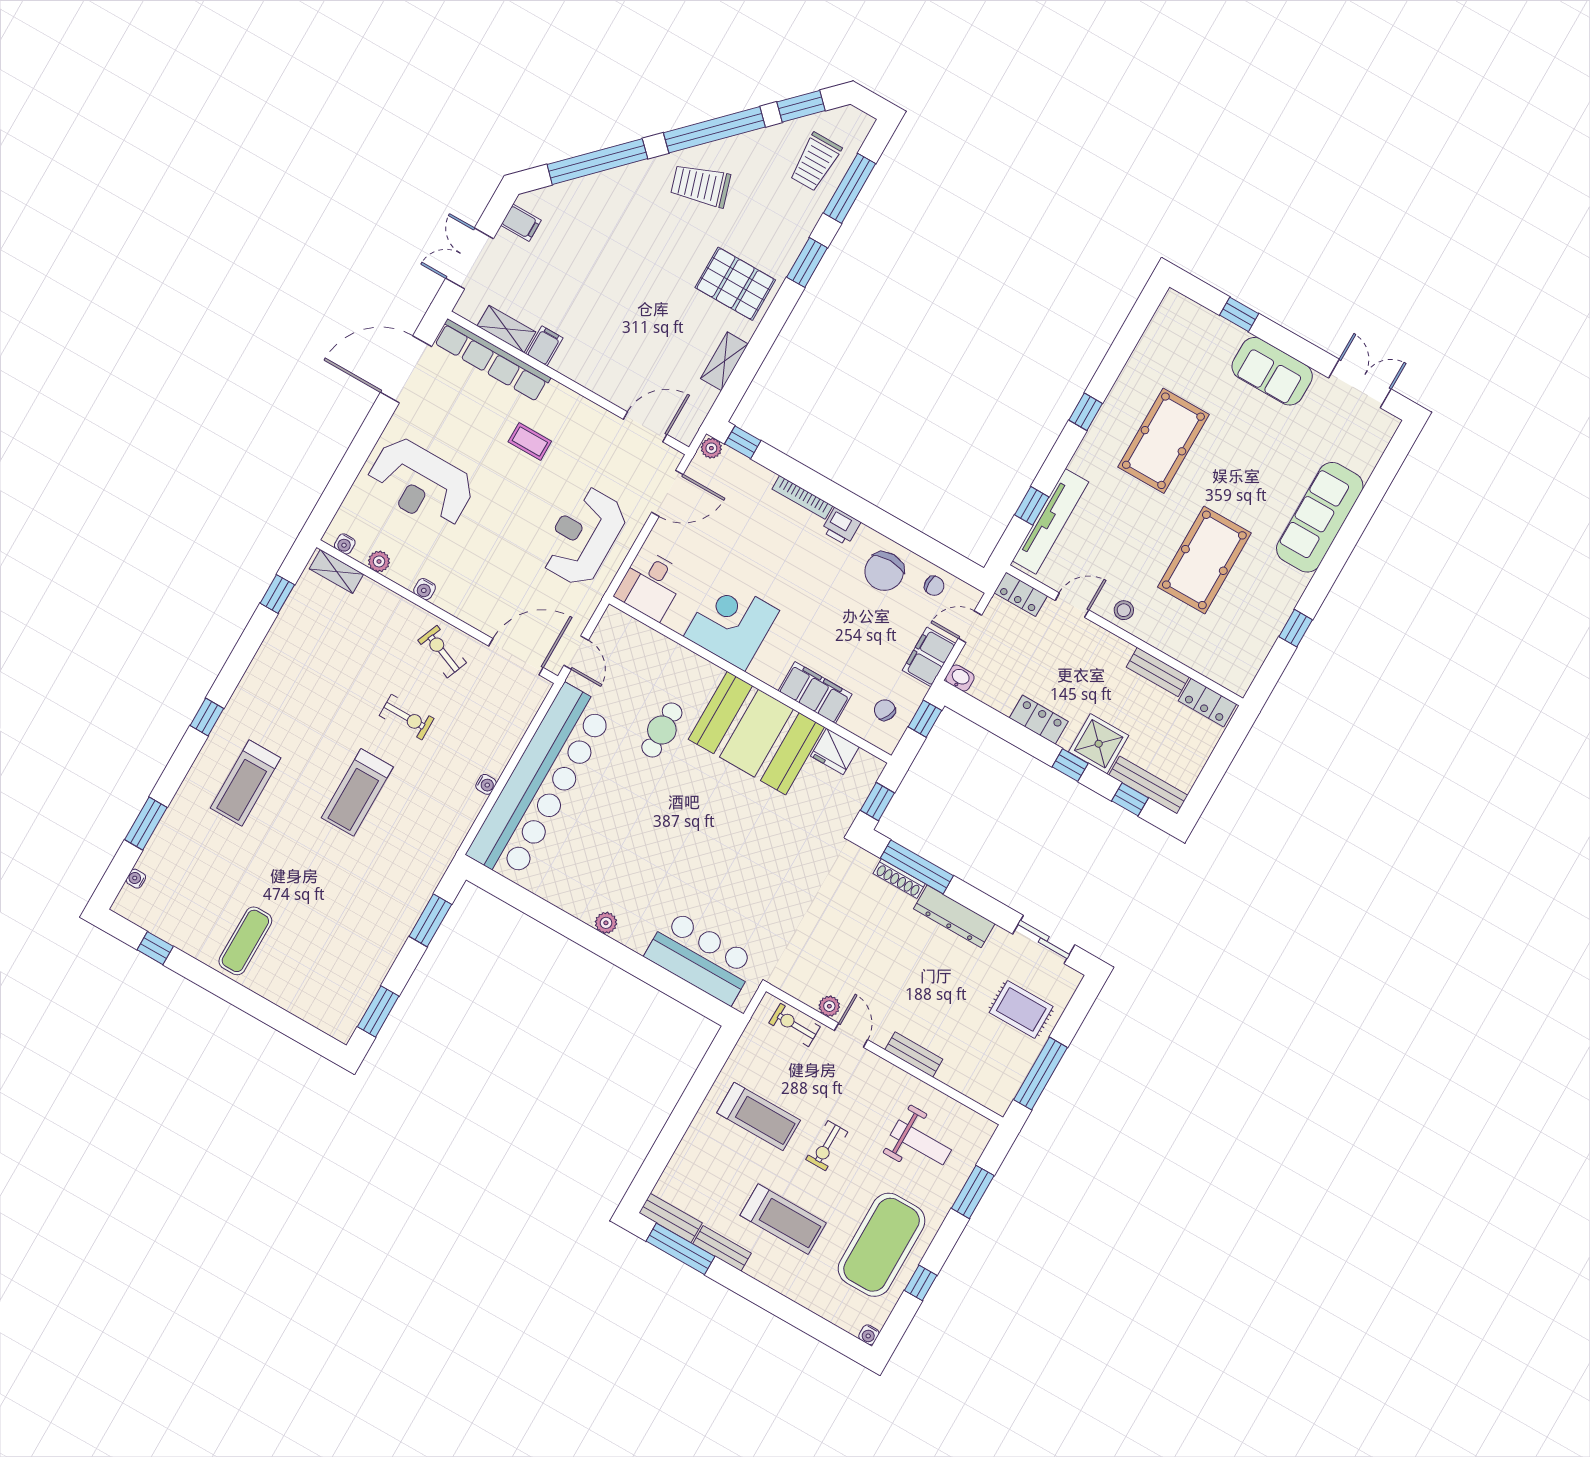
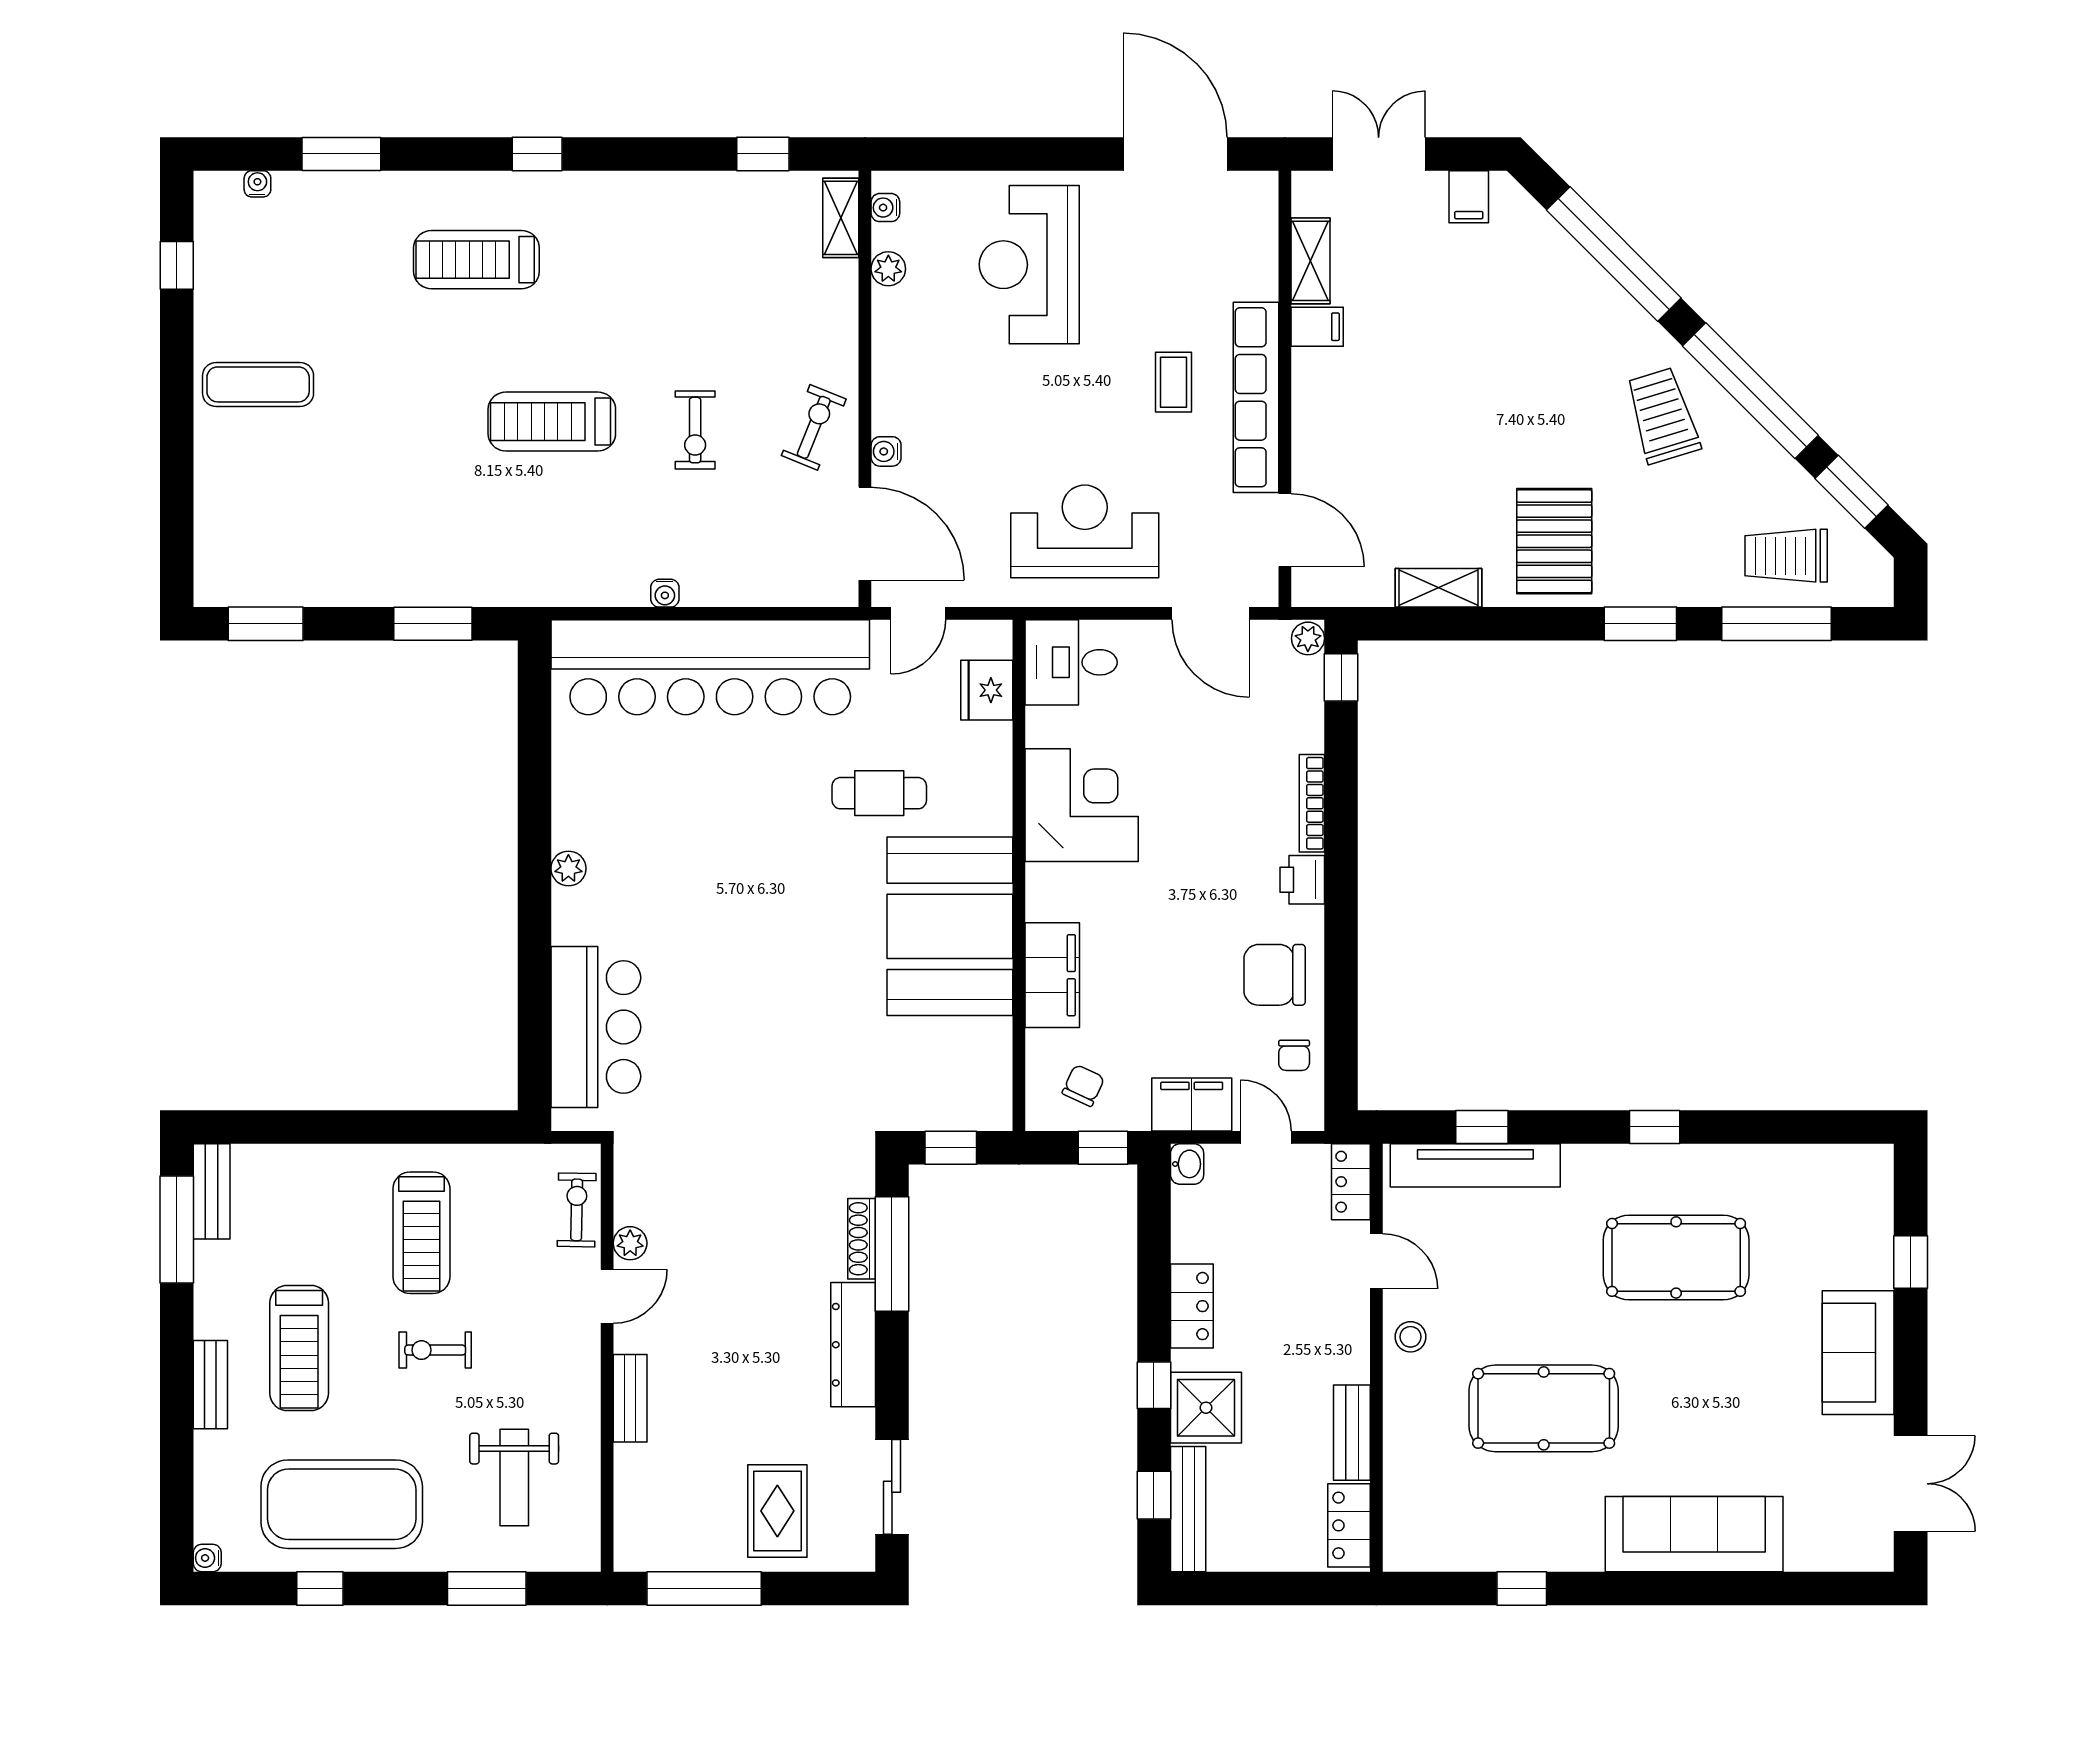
row of seats: (492, 360) -> (1256, 397), moved
water cooler: (425, 589) -> (886, 451), moved
fridge: (835, 751) -> (987, 690), moved
bench: (722, 1248) -> (210, 1385), moved

